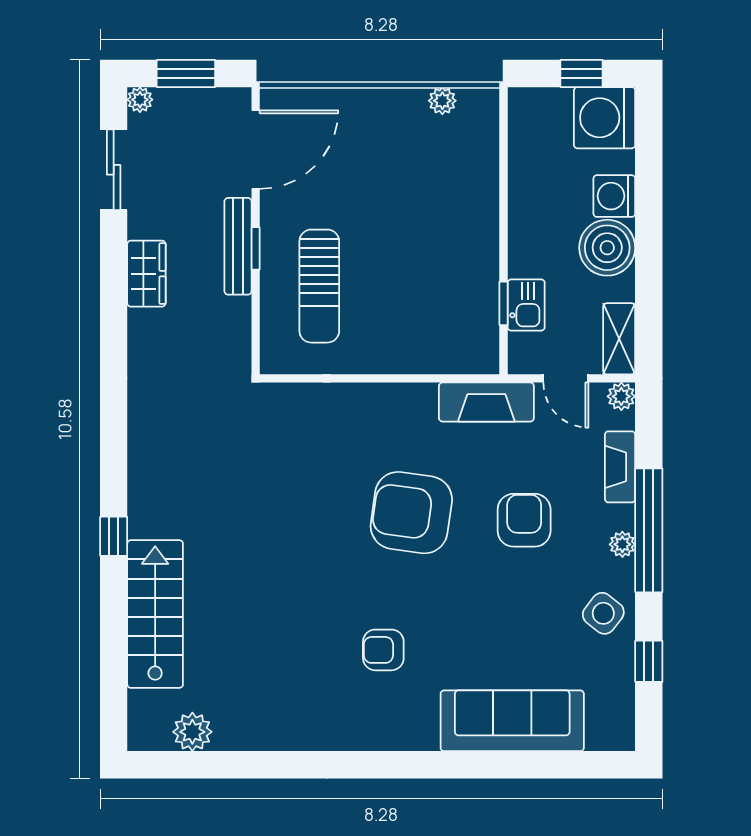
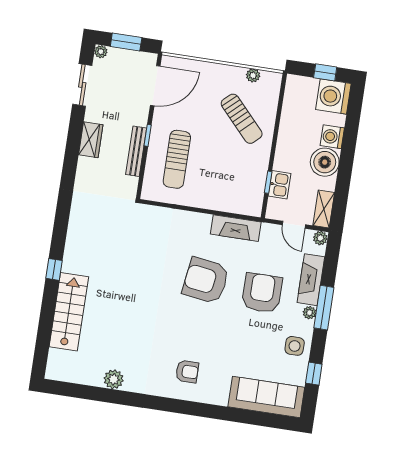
sun lounger: (433, 188) -> (242, 119), added
bench: (238, 246) -> (136, 151), moved
fireplace: (486, 402) -> (236, 228), moved
fireplace: (620, 467) -> (311, 280), width x1.37, depth x1.32
armchair: (524, 520) -> (262, 293), width x1.36, depth x1.36
window: (649, 530) -> (324, 308), width x0.68
side table: (603, 613) -> (295, 346), turned -38
armchair: (383, 650) -> (187, 372), moved, turned 180
sofa: (512, 721) -> (266, 397), moved
plant: (192, 732) -> (114, 379), moved

